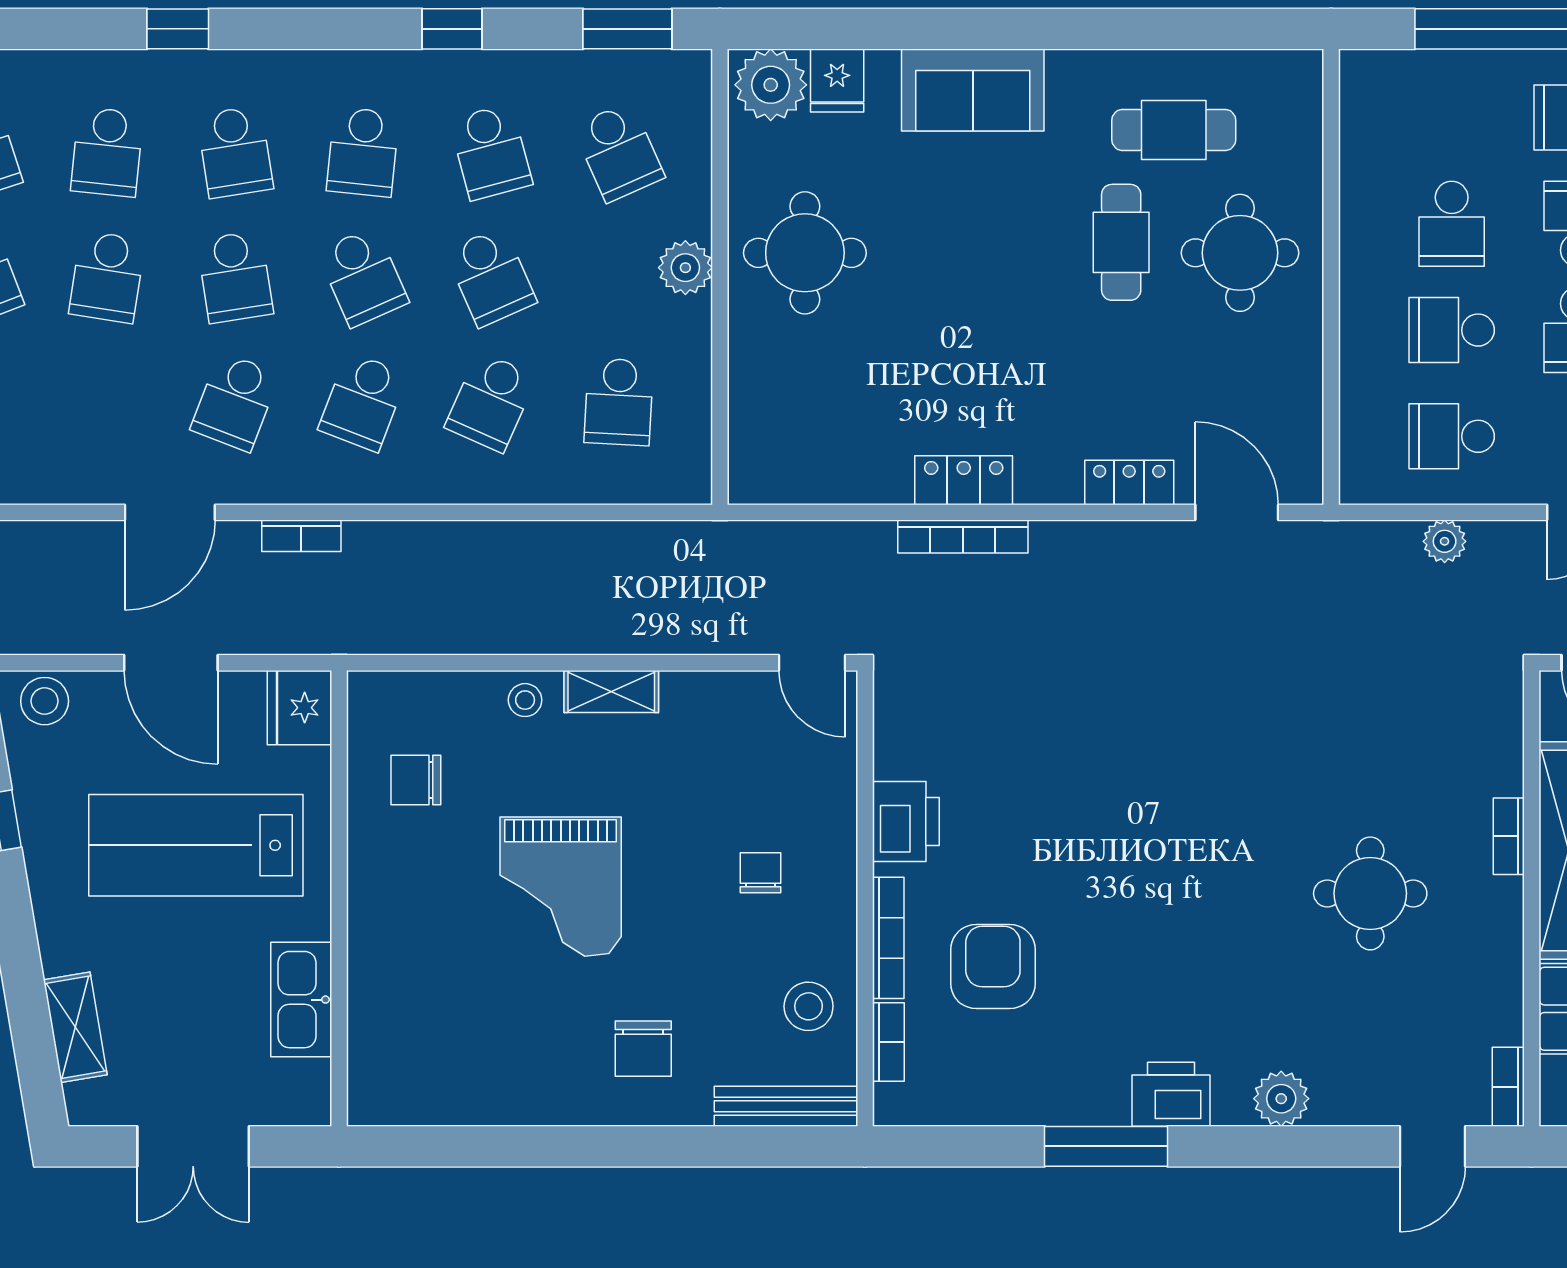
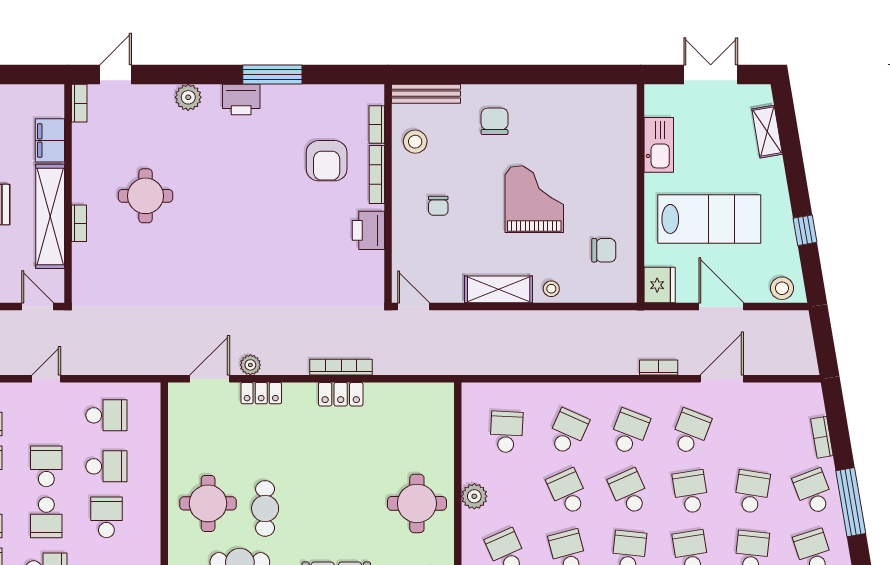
door: (1237, 512) -> (210, 379), swing flipped
plant: (1445, 541) -> (250, 365), moved
shelving: (611, 691) -> (499, 289), width x1.50, depth x1.33

